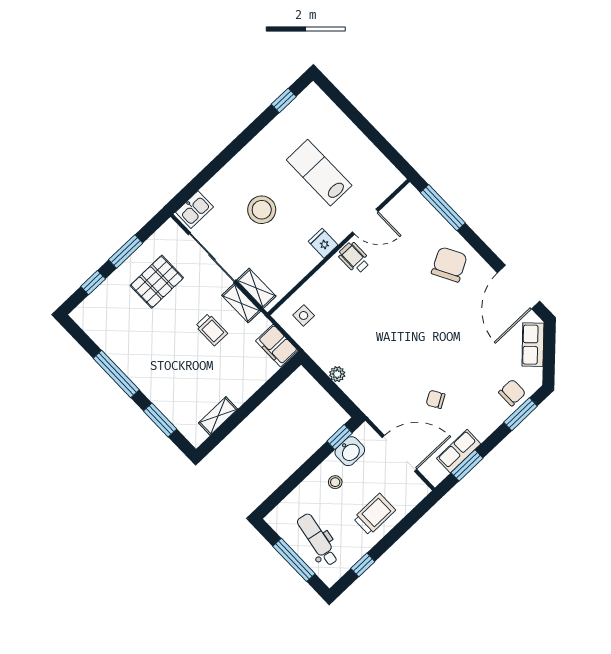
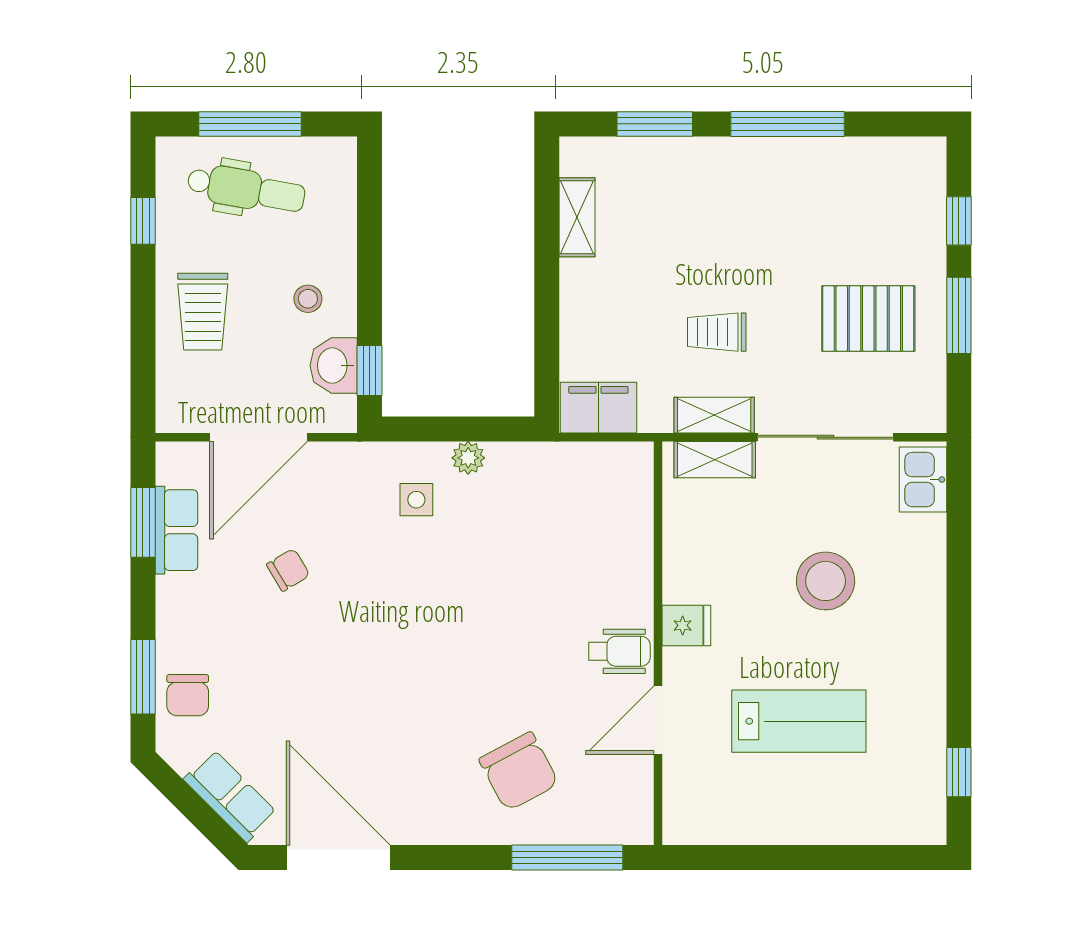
chair: (449, 264) -> (519, 771), moved
pallet: (157, 282) -> (868, 319), turned 90
side table: (304, 315) -> (416, 500), moved

